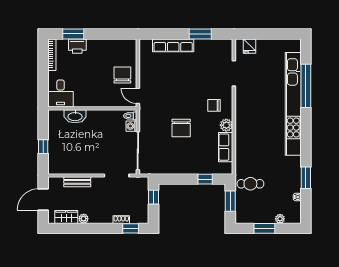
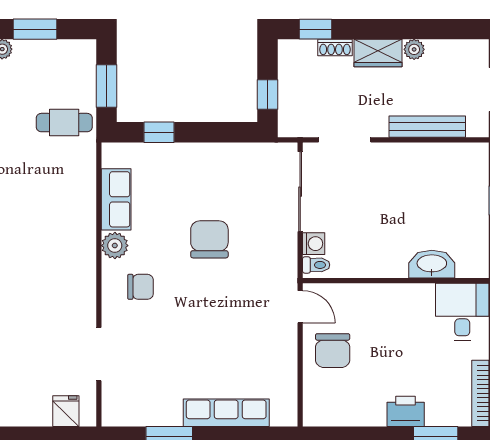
printer: (77, 46) -> (406, 411), moved
bench: (77, 182) -> (427, 127), width x1.36
wardrobe: (66, 217) -> (378, 53), moved

